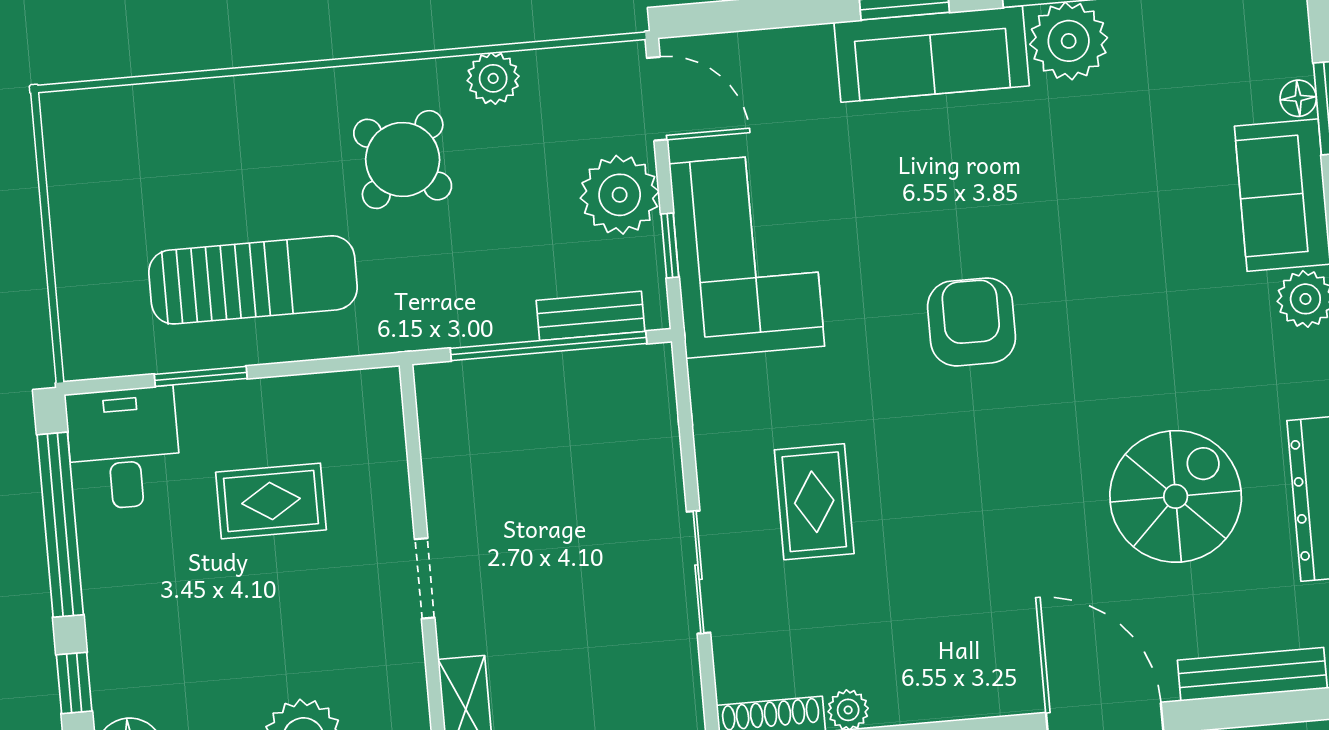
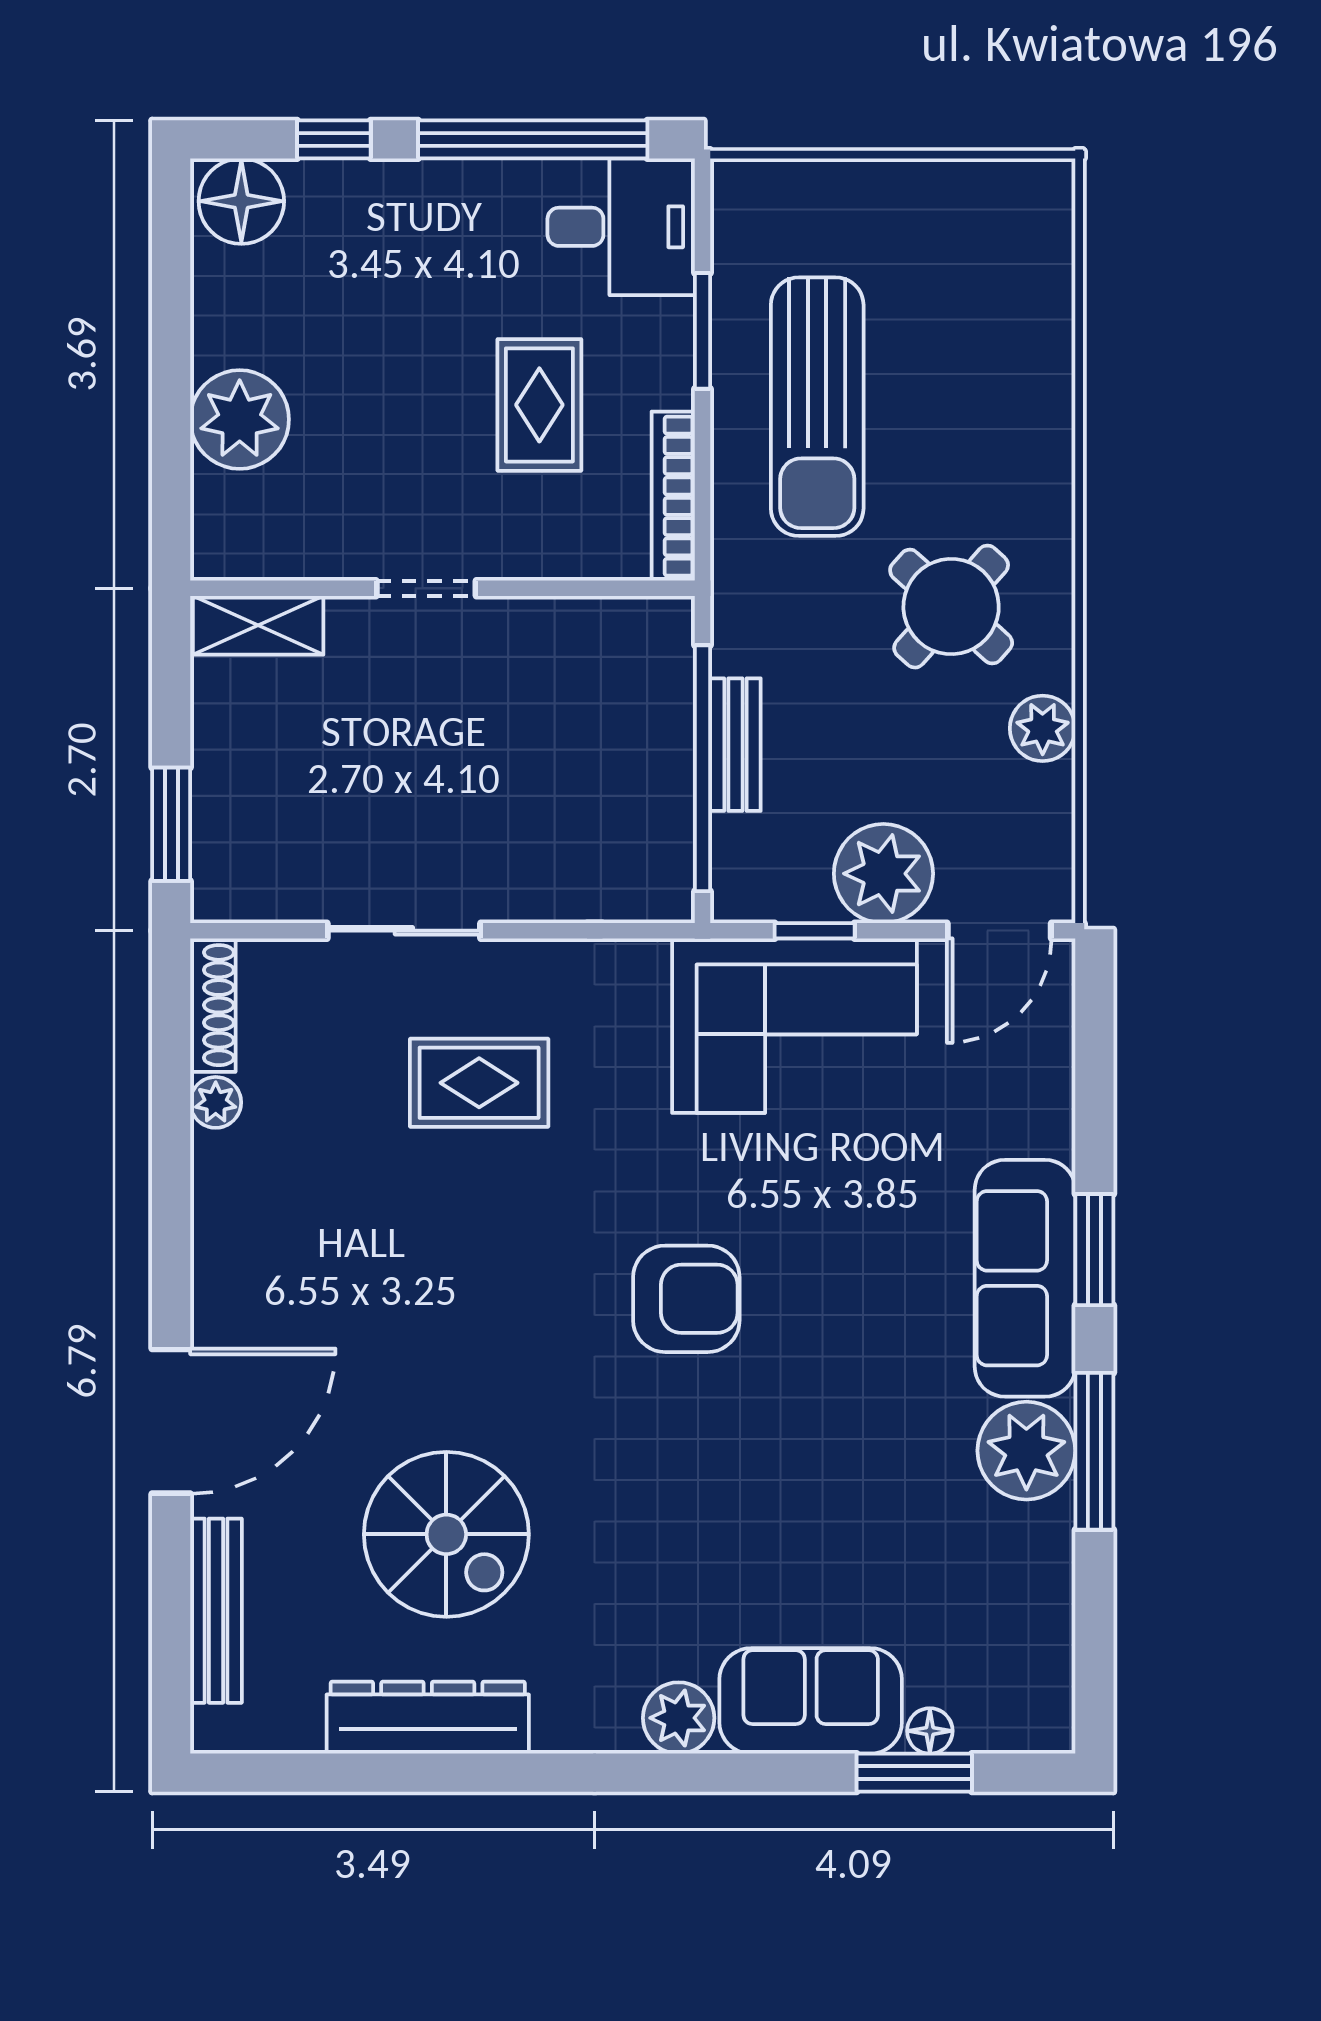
bench: (590, 316) -> (735, 745), moved
bookcase: (334, 388) -> (673, 496), added

